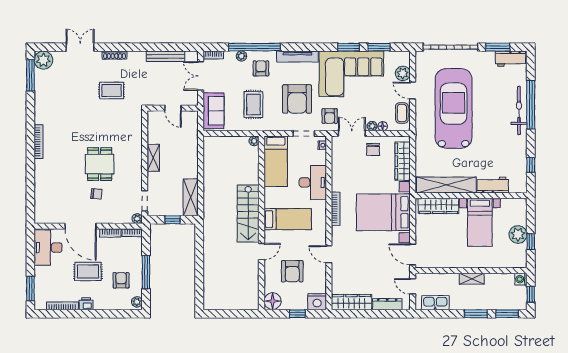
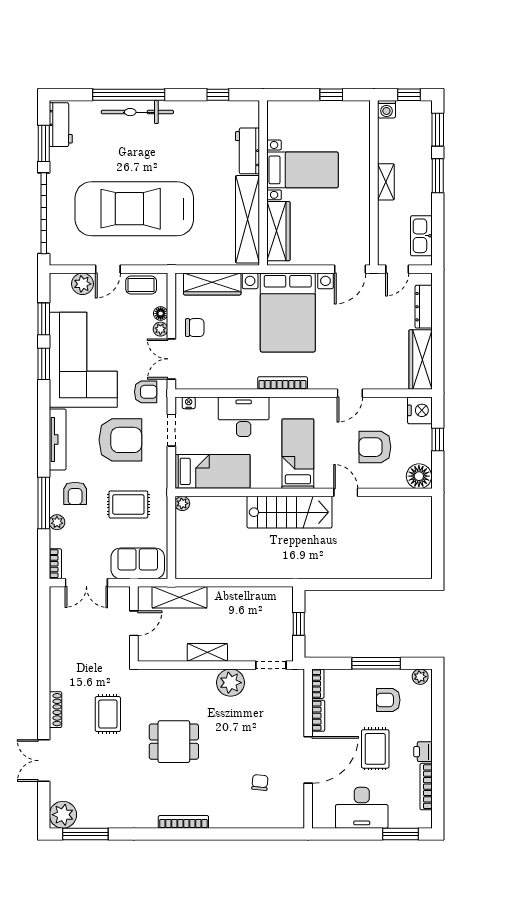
window: (254, 47) -> (44, 503), width x0.68
bench: (166, 56) -> (57, 634), removed
armchair: (261, 68) -> (75, 493), turned -90
dining table: (100, 164) -> (174, 742), moved
chair: (96, 194) -> (260, 782), moved
shelving: (191, 197) -> (179, 597), moved
plant: (137, 219) -> (231, 683), moved, width x1.87, depth x1.87
plant: (518, 234) -> (320, 114), removed
desk: (48, 248) -> (362, 808), moved
armchair: (292, 271) -> (375, 447), turned 180

